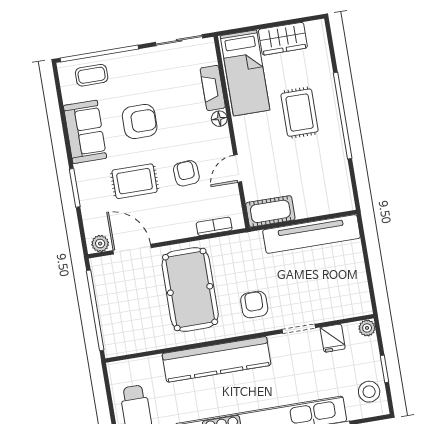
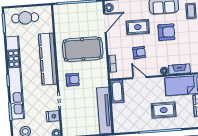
armchair: (140, 121) -> (166, 32), turned -90
rug: (135, 181) -> (138, 27), turned 90

